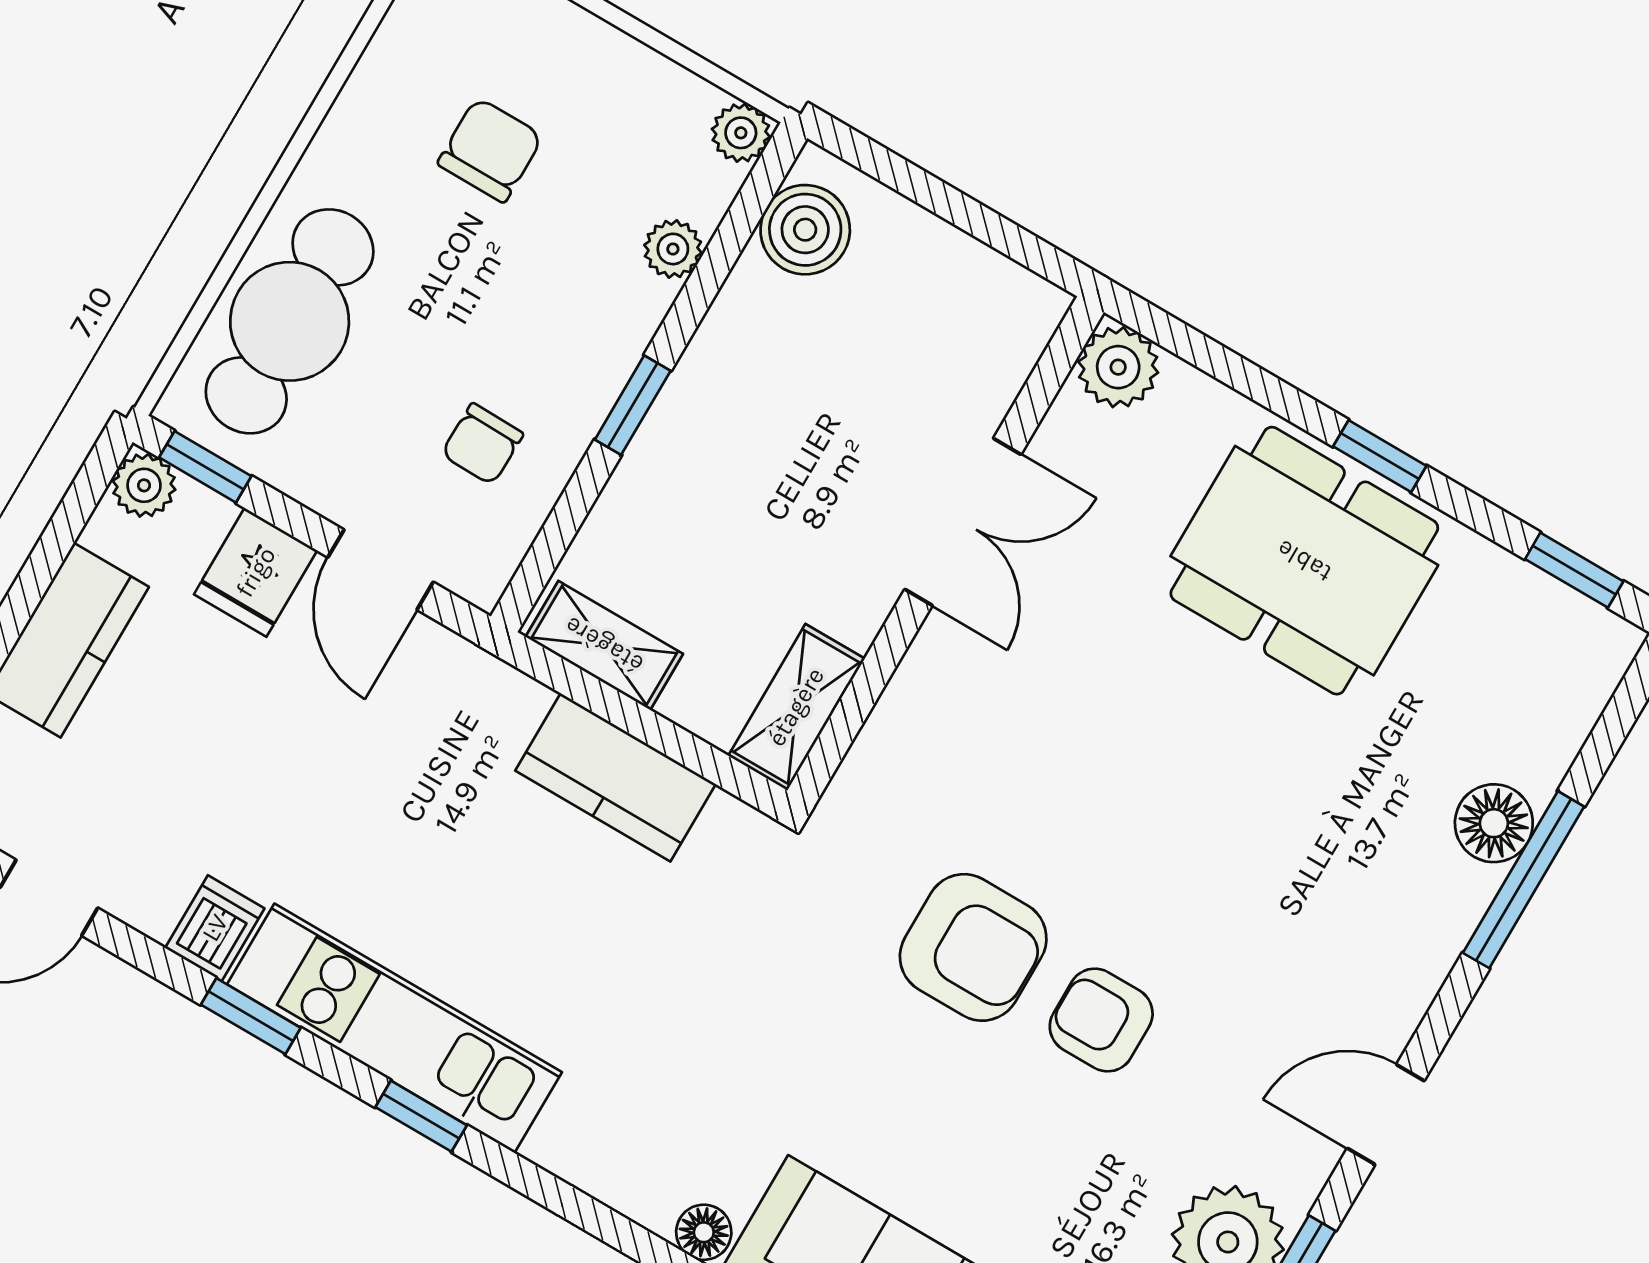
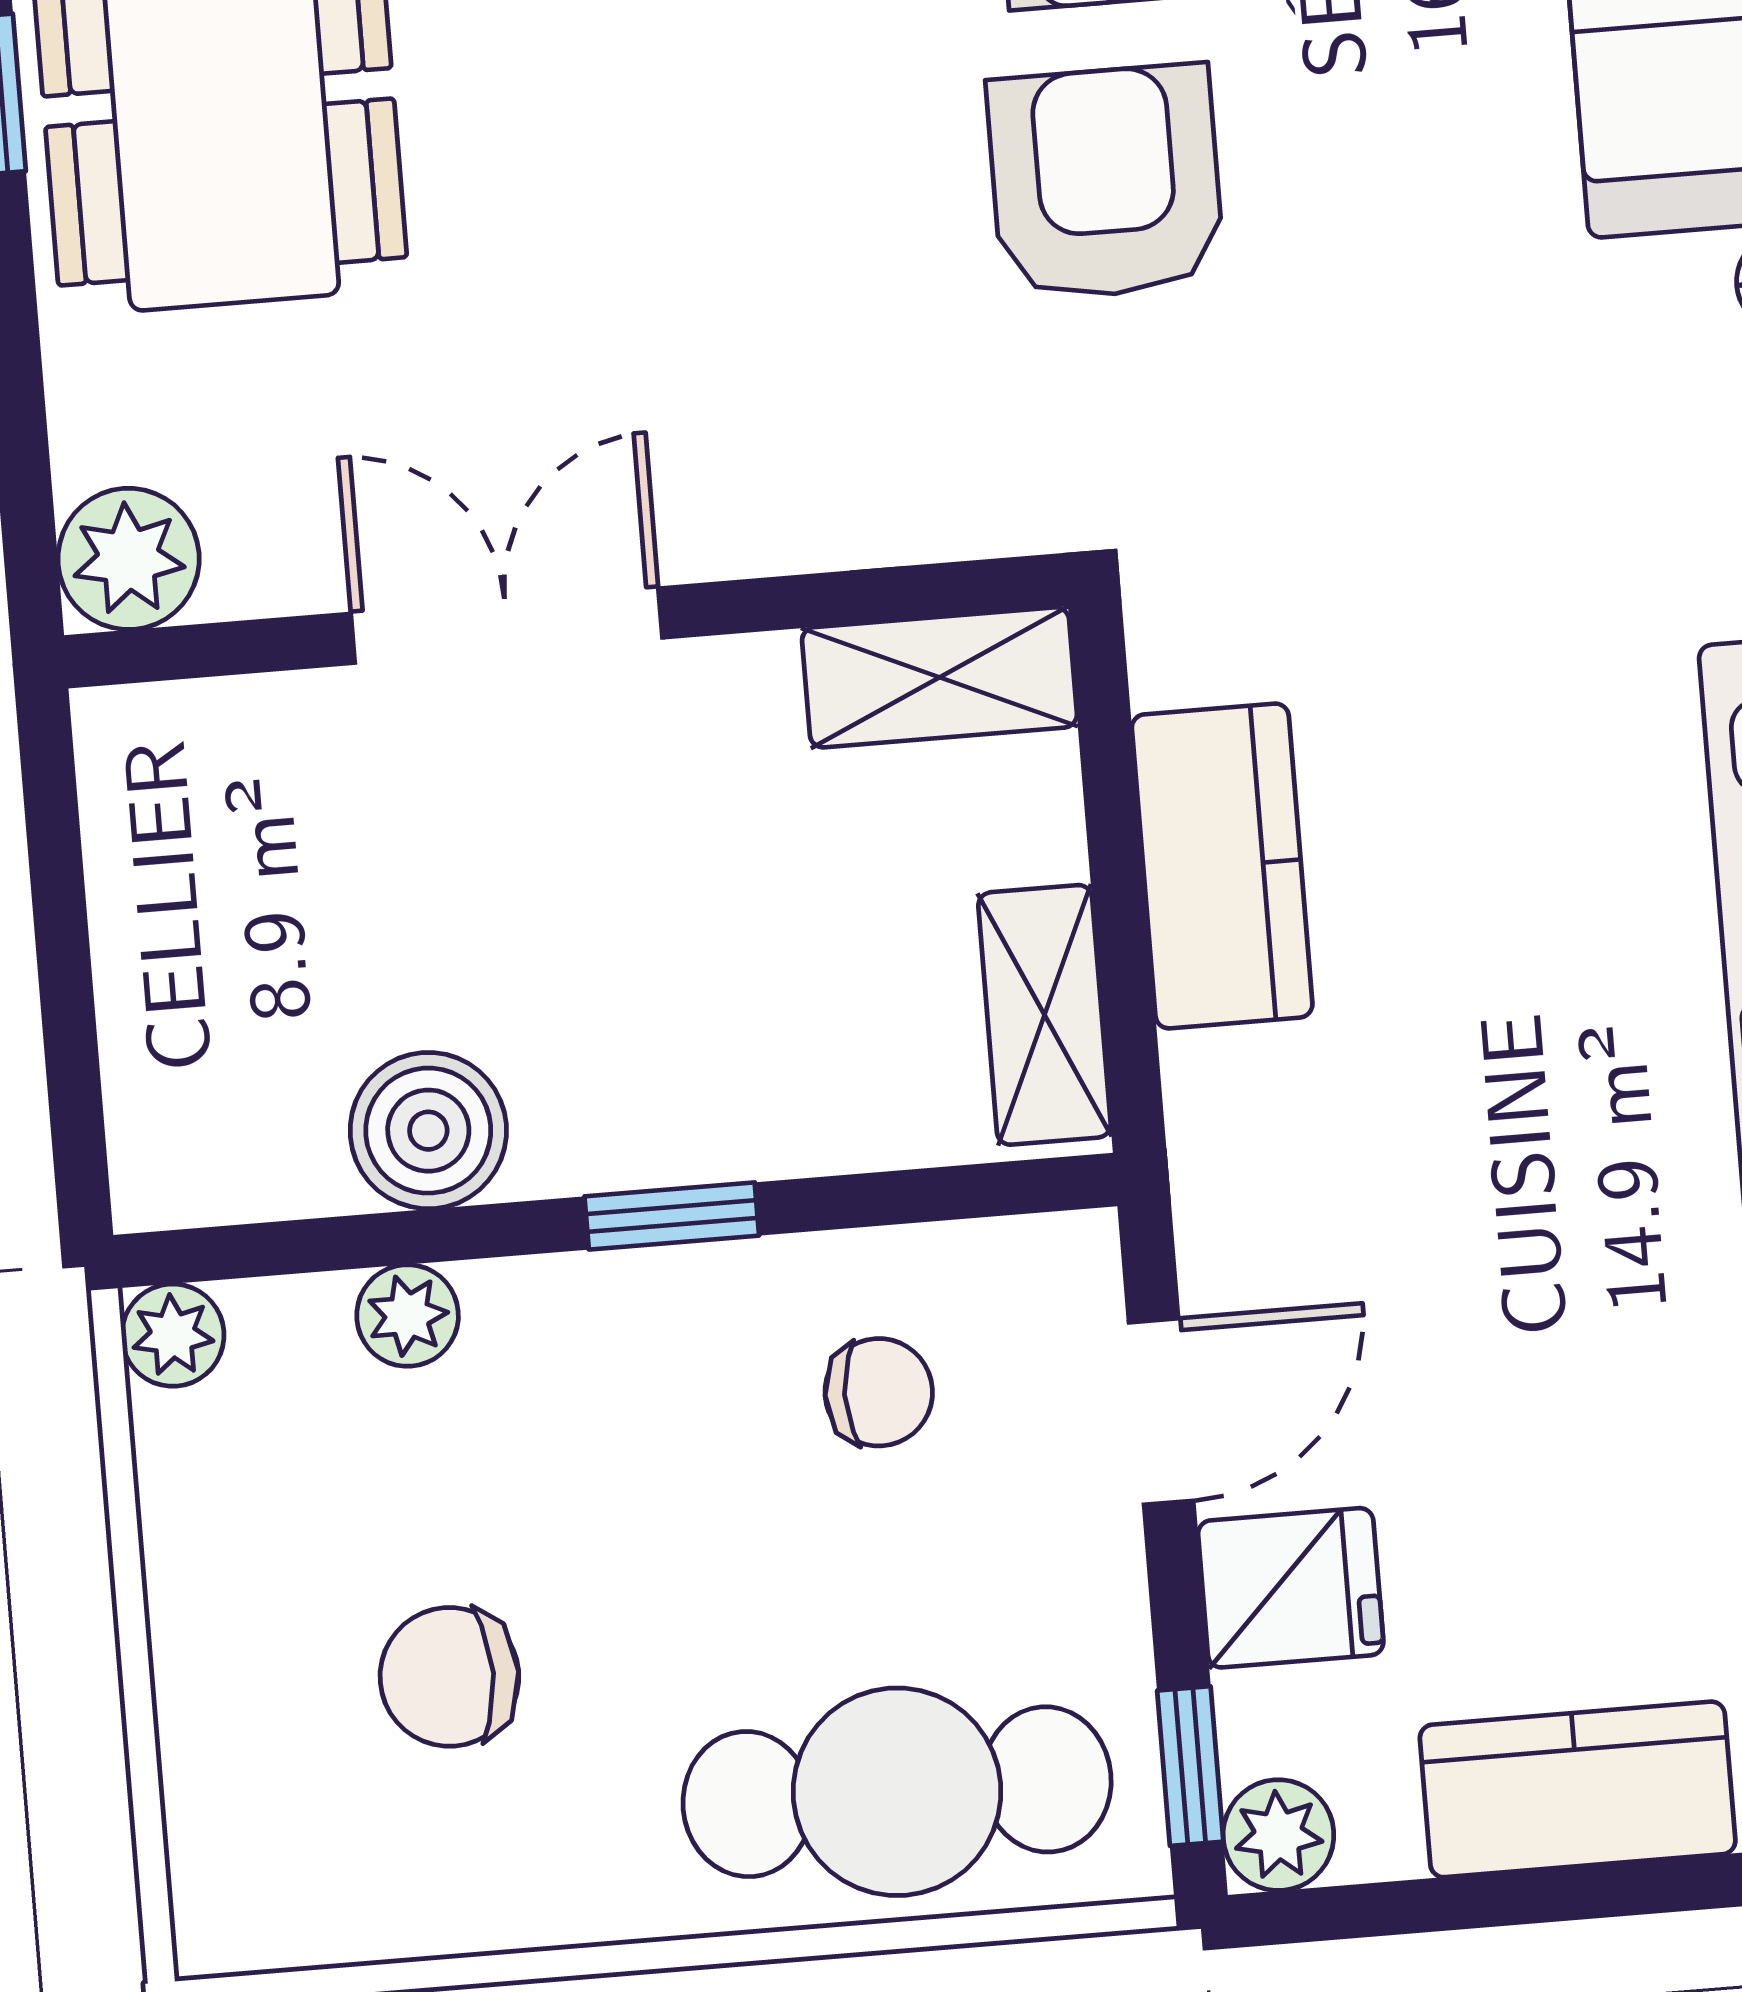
boiler: (805, 230) -> (428, 1131), moved

